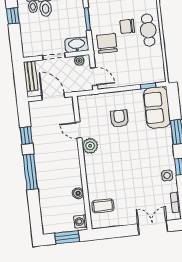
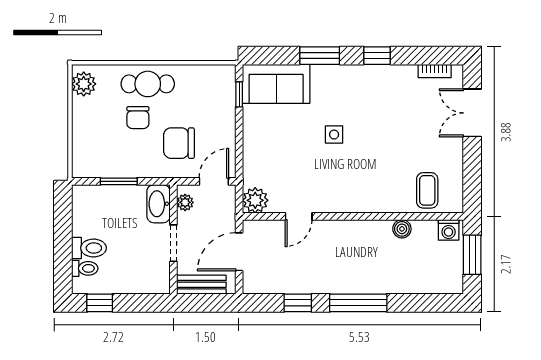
chair: (107, 43) -> (179, 143), moved
armchair: (119, 118) -> (287, 147), removed
plant: (90, 146) -> (255, 200), moved
side table: (167, 176) -> (334, 135), moved

